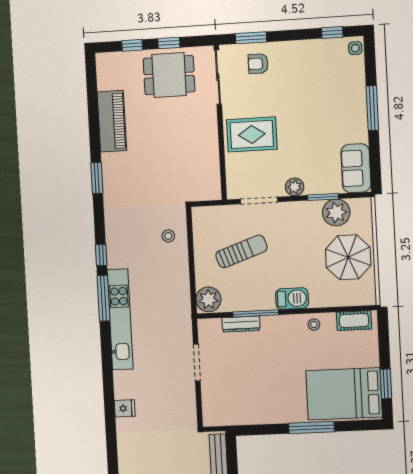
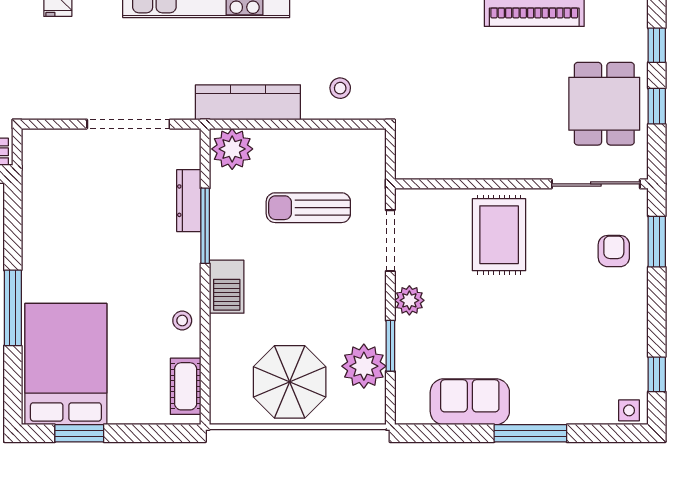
sofa: (356, 168) -> (470, 402), moved
sun lounger: (241, 251) -> (308, 208), turned 109
kitchen counter: (180, 291) -> (248, 102), added
doorway: (197, 363) -> (128, 124), width x1.36

